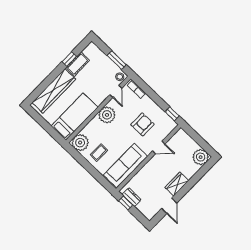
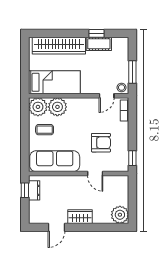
plant: (107, 115) -> (57, 107), moved

